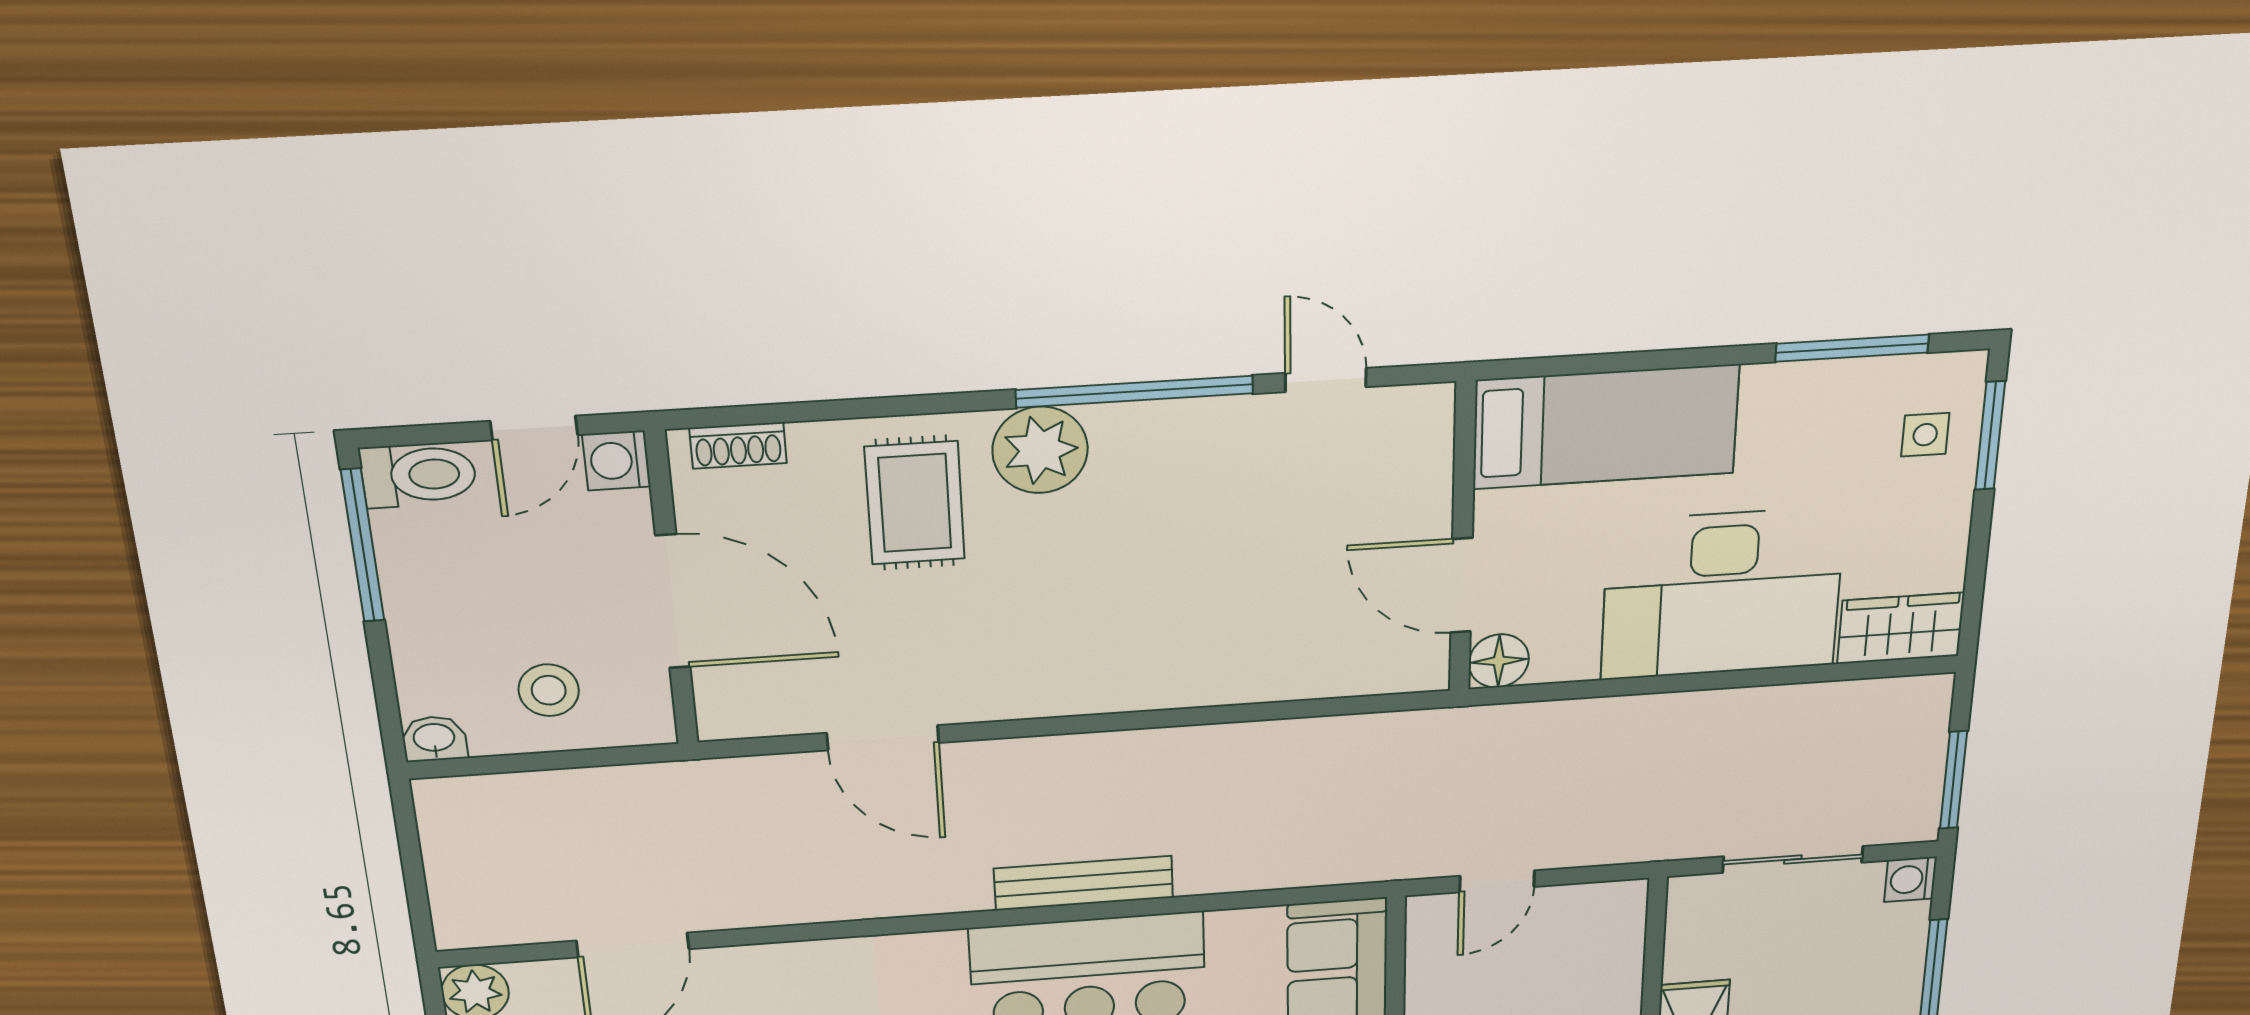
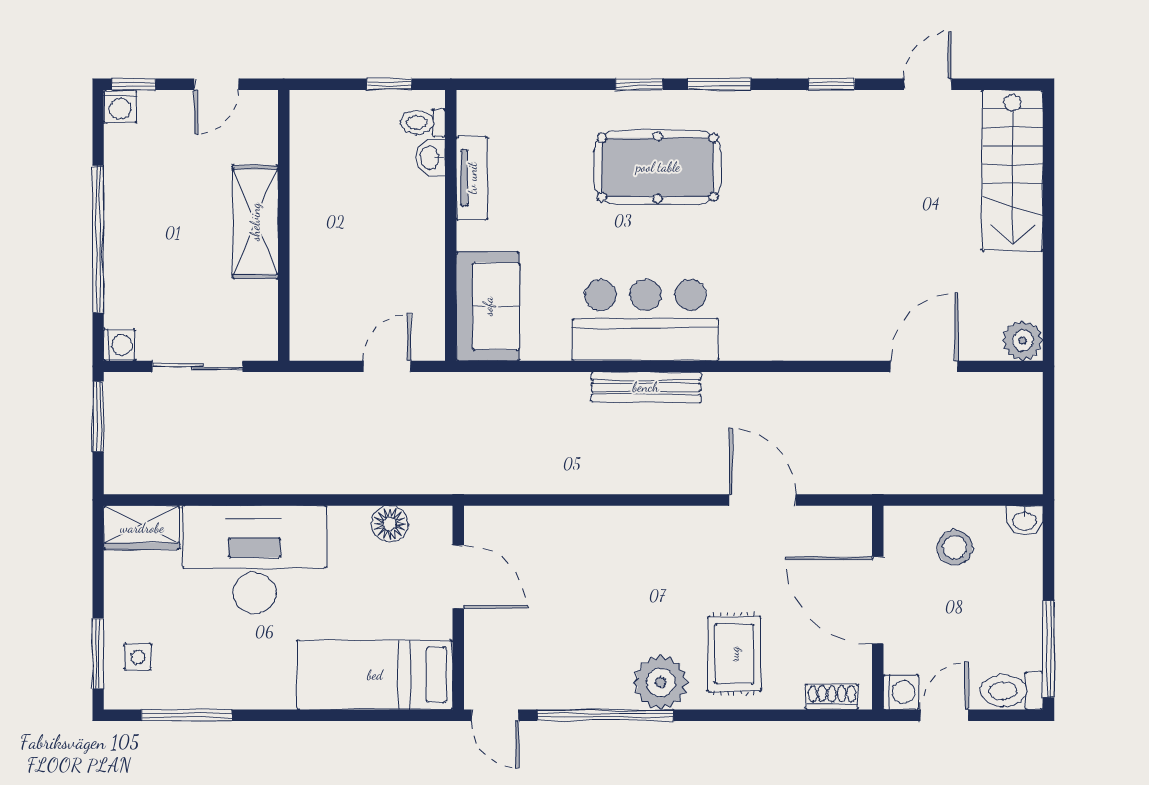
bed: (1606, 427) -> (375, 675), moved
wall: (1463, 539) -> (458, 608), moved
door: (1461, 586) -> (458, 577), moved

